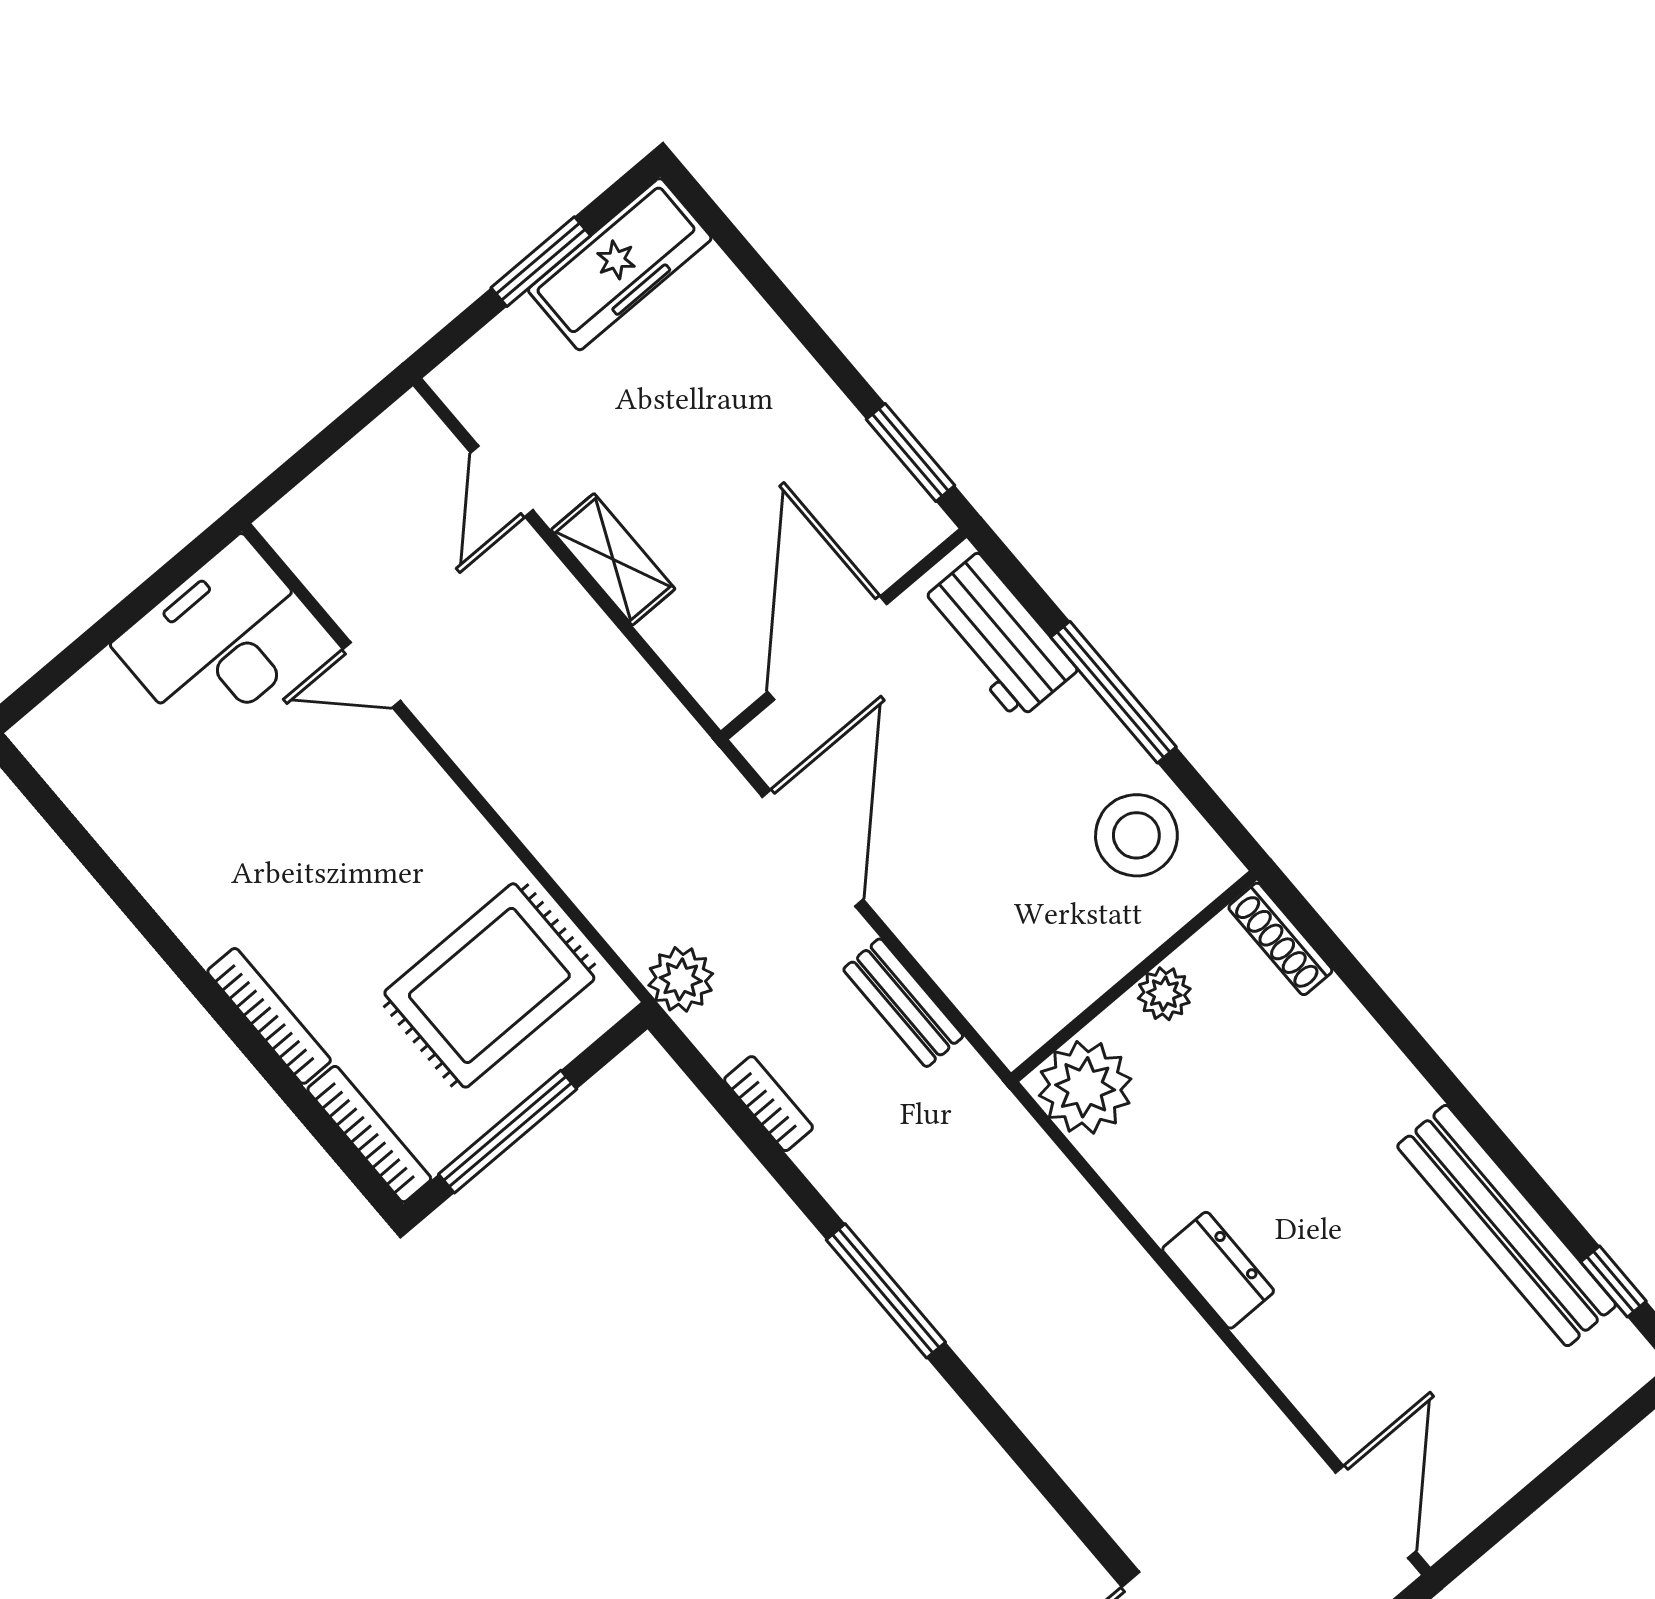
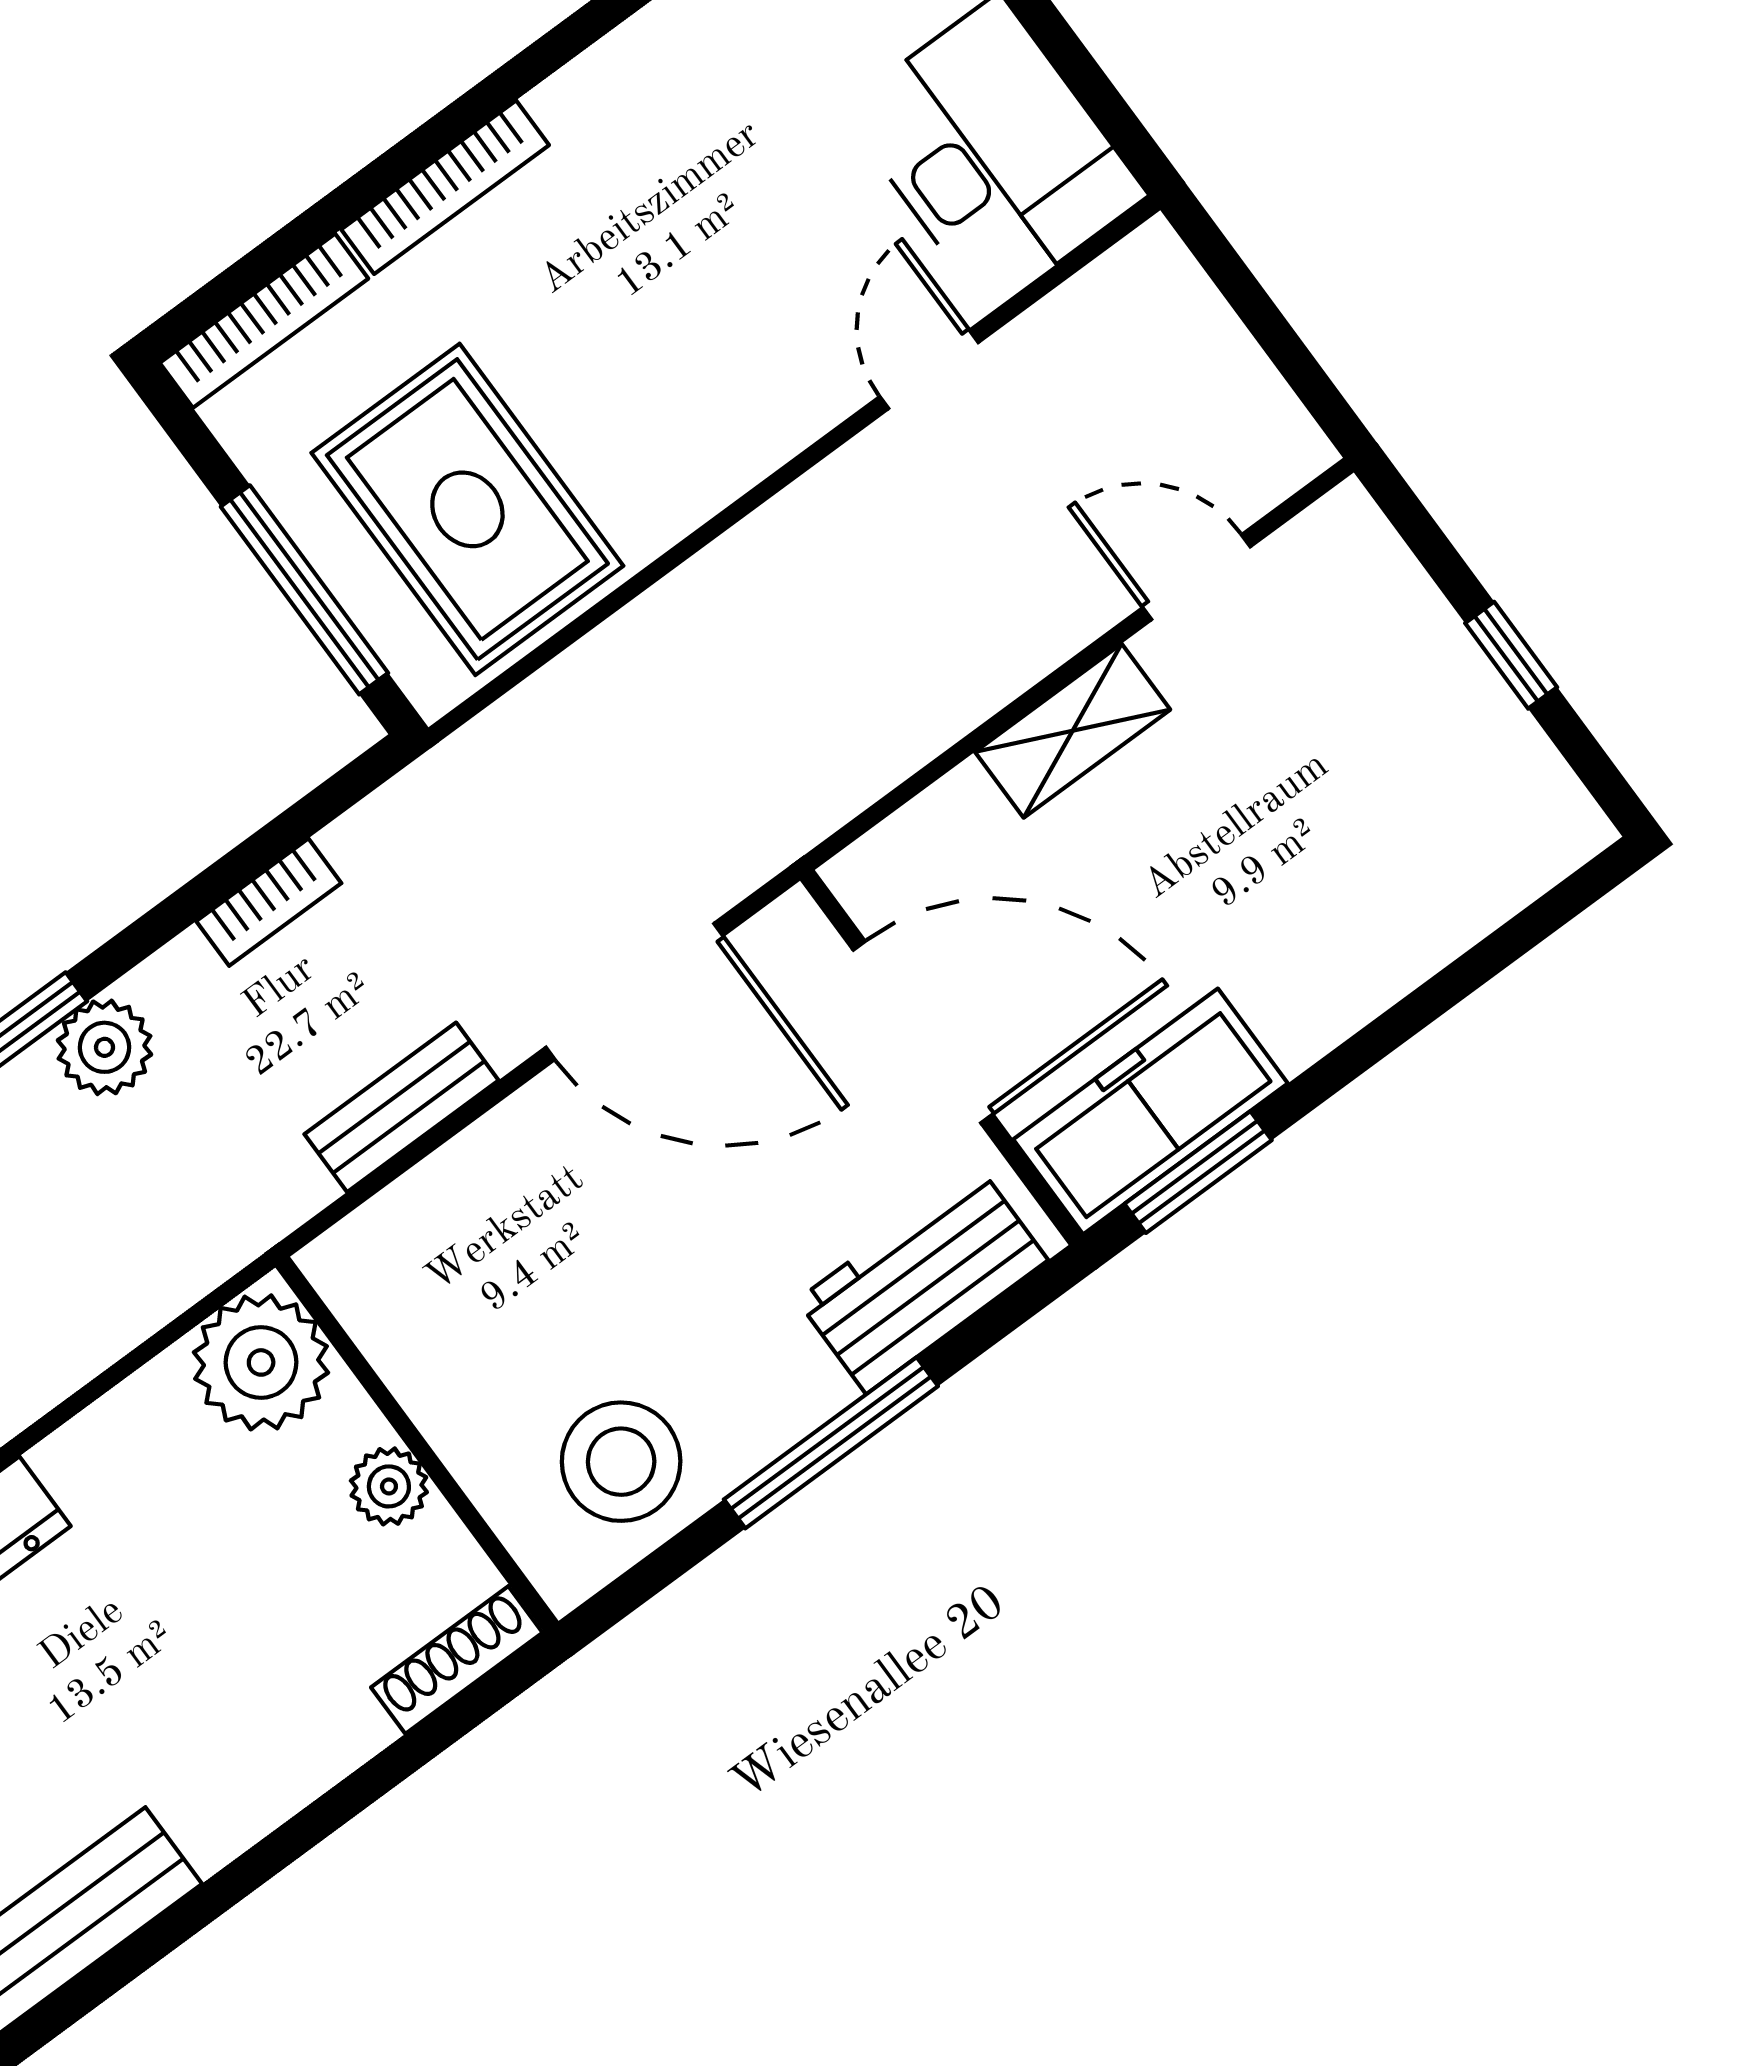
window: (541, 262) -> (1511, 655), width x0.67
freezer: (620, 264) -> (1151, 1111), moved, turned 90
plant: (681, 979) -> (105, 1047), moved
window: (508, 1132) -> (304, 590), moved

